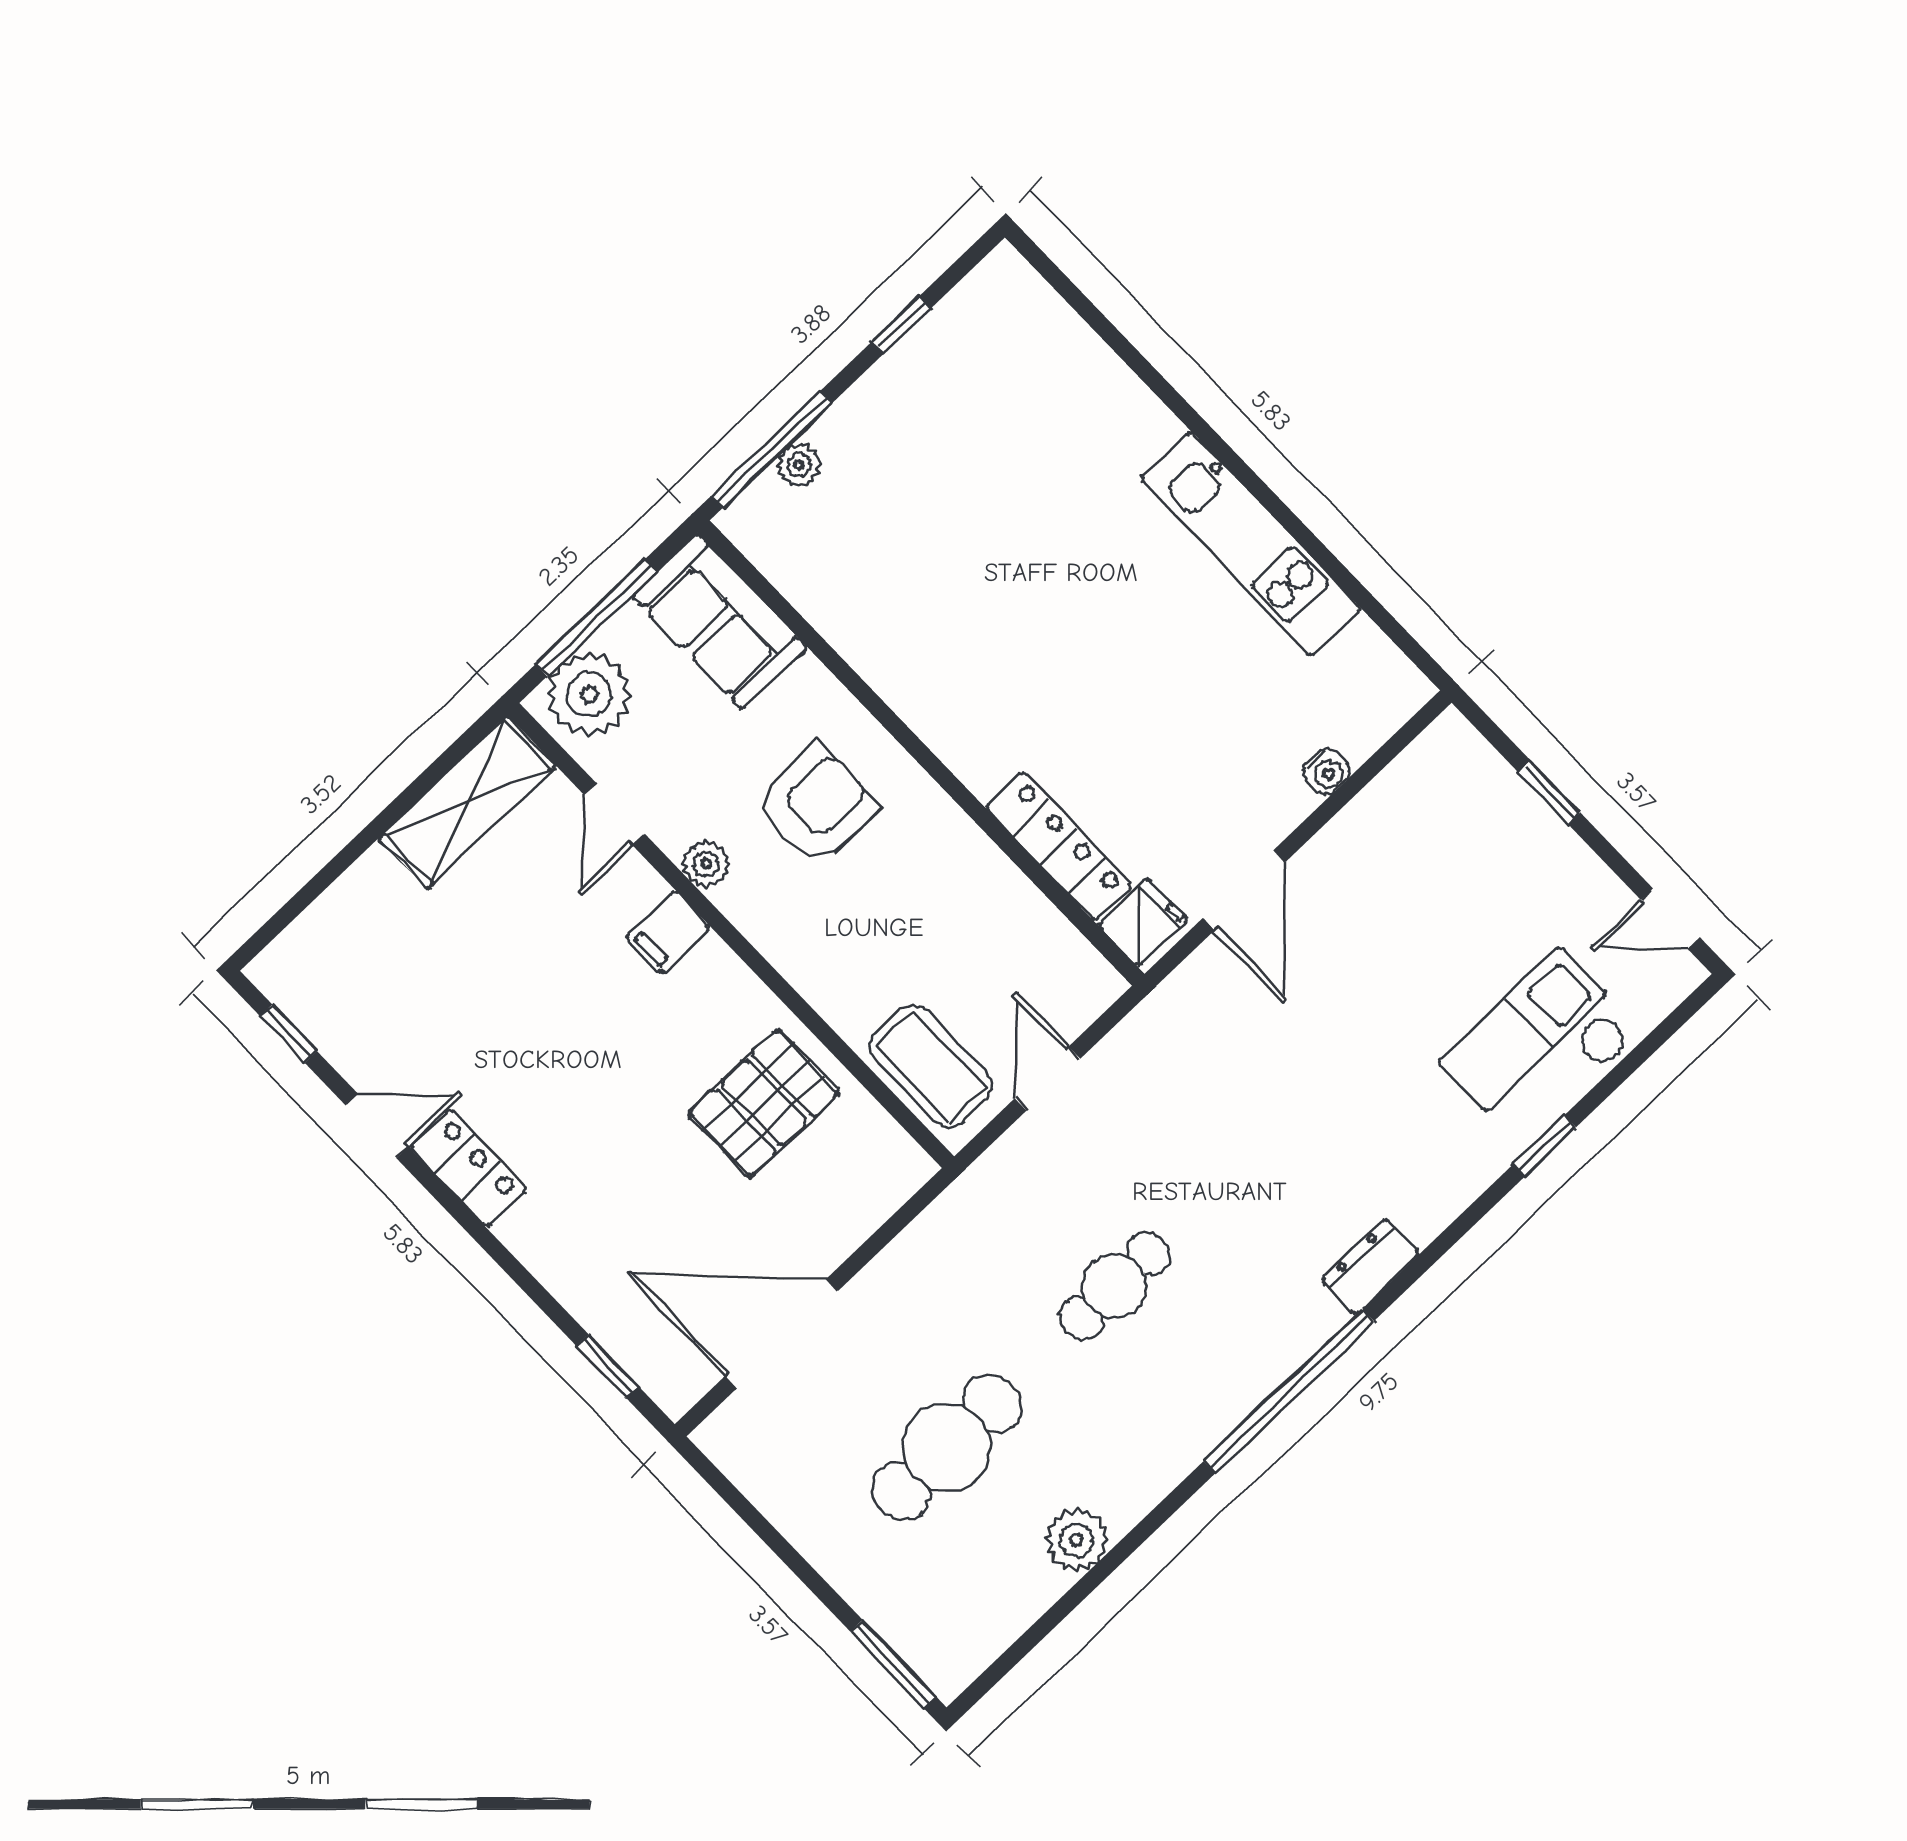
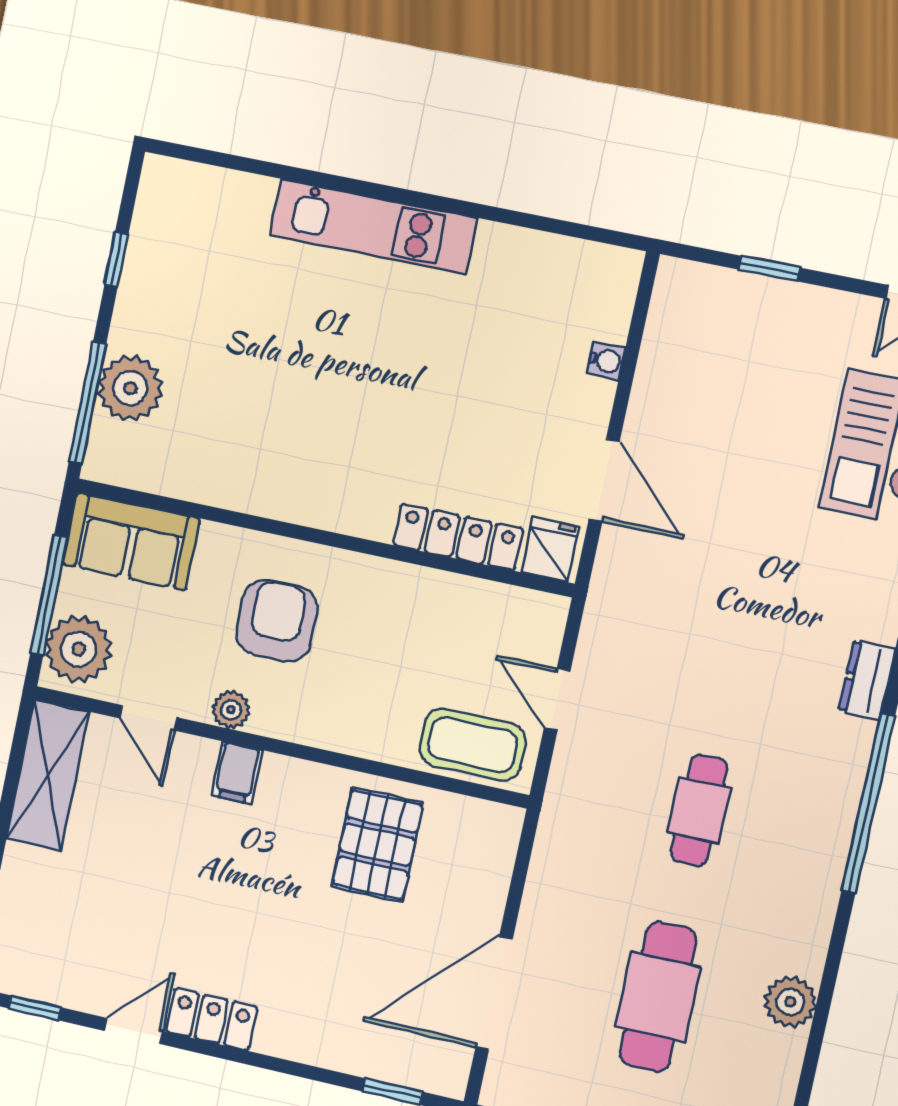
plant: (799, 465) -> (130, 388), width x1.88, depth x1.88
kitchen unit: (1251, 544) -> (373, 226), moved

